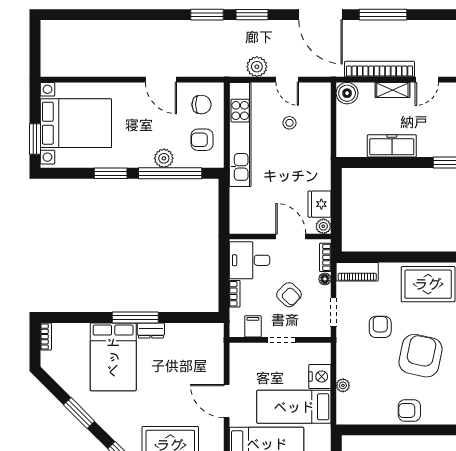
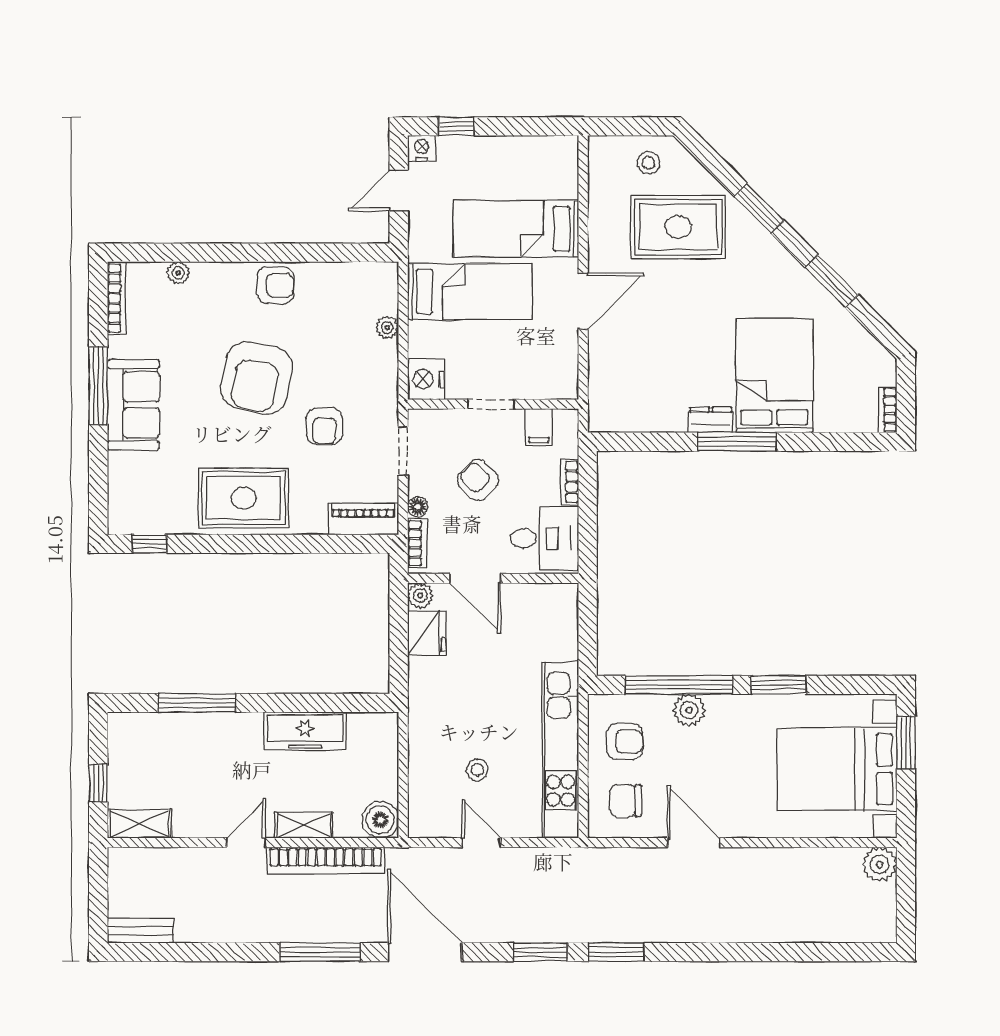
plant: (257, 67) -> (880, 865), moved
nightstand: (320, 377) -> (426, 379), moved
door: (227, 401) -> (583, 301), hinge flipped

